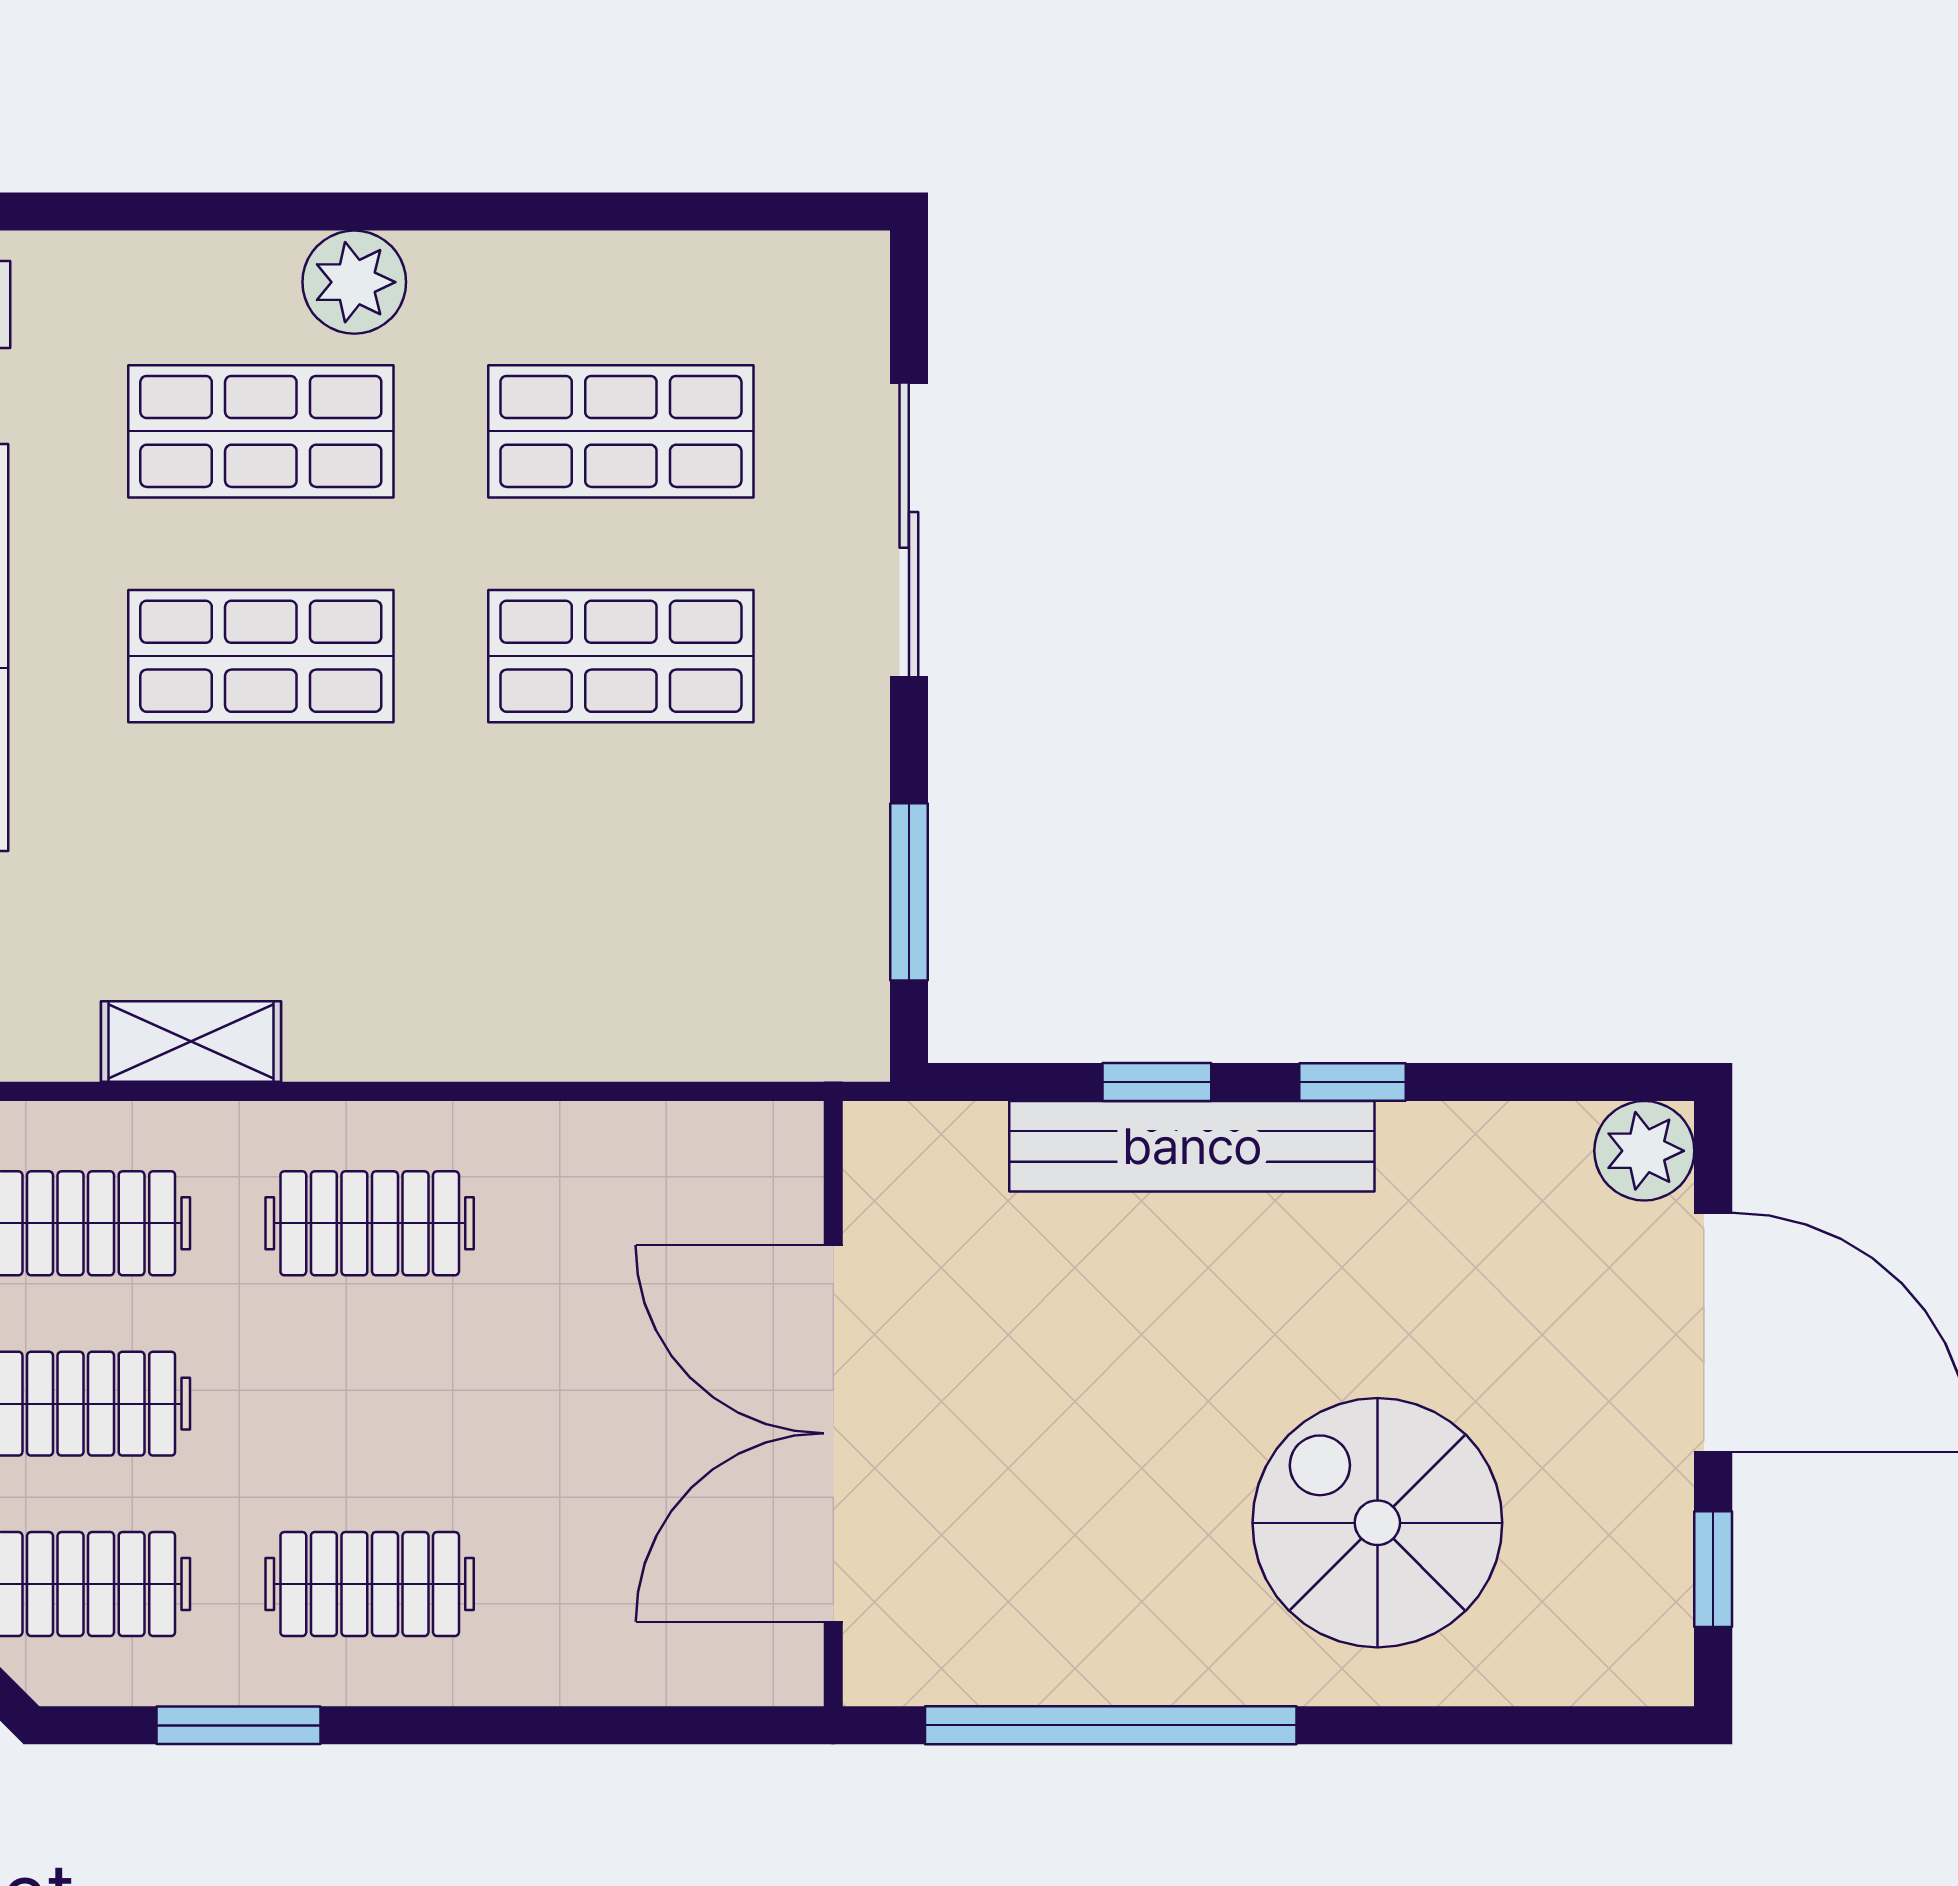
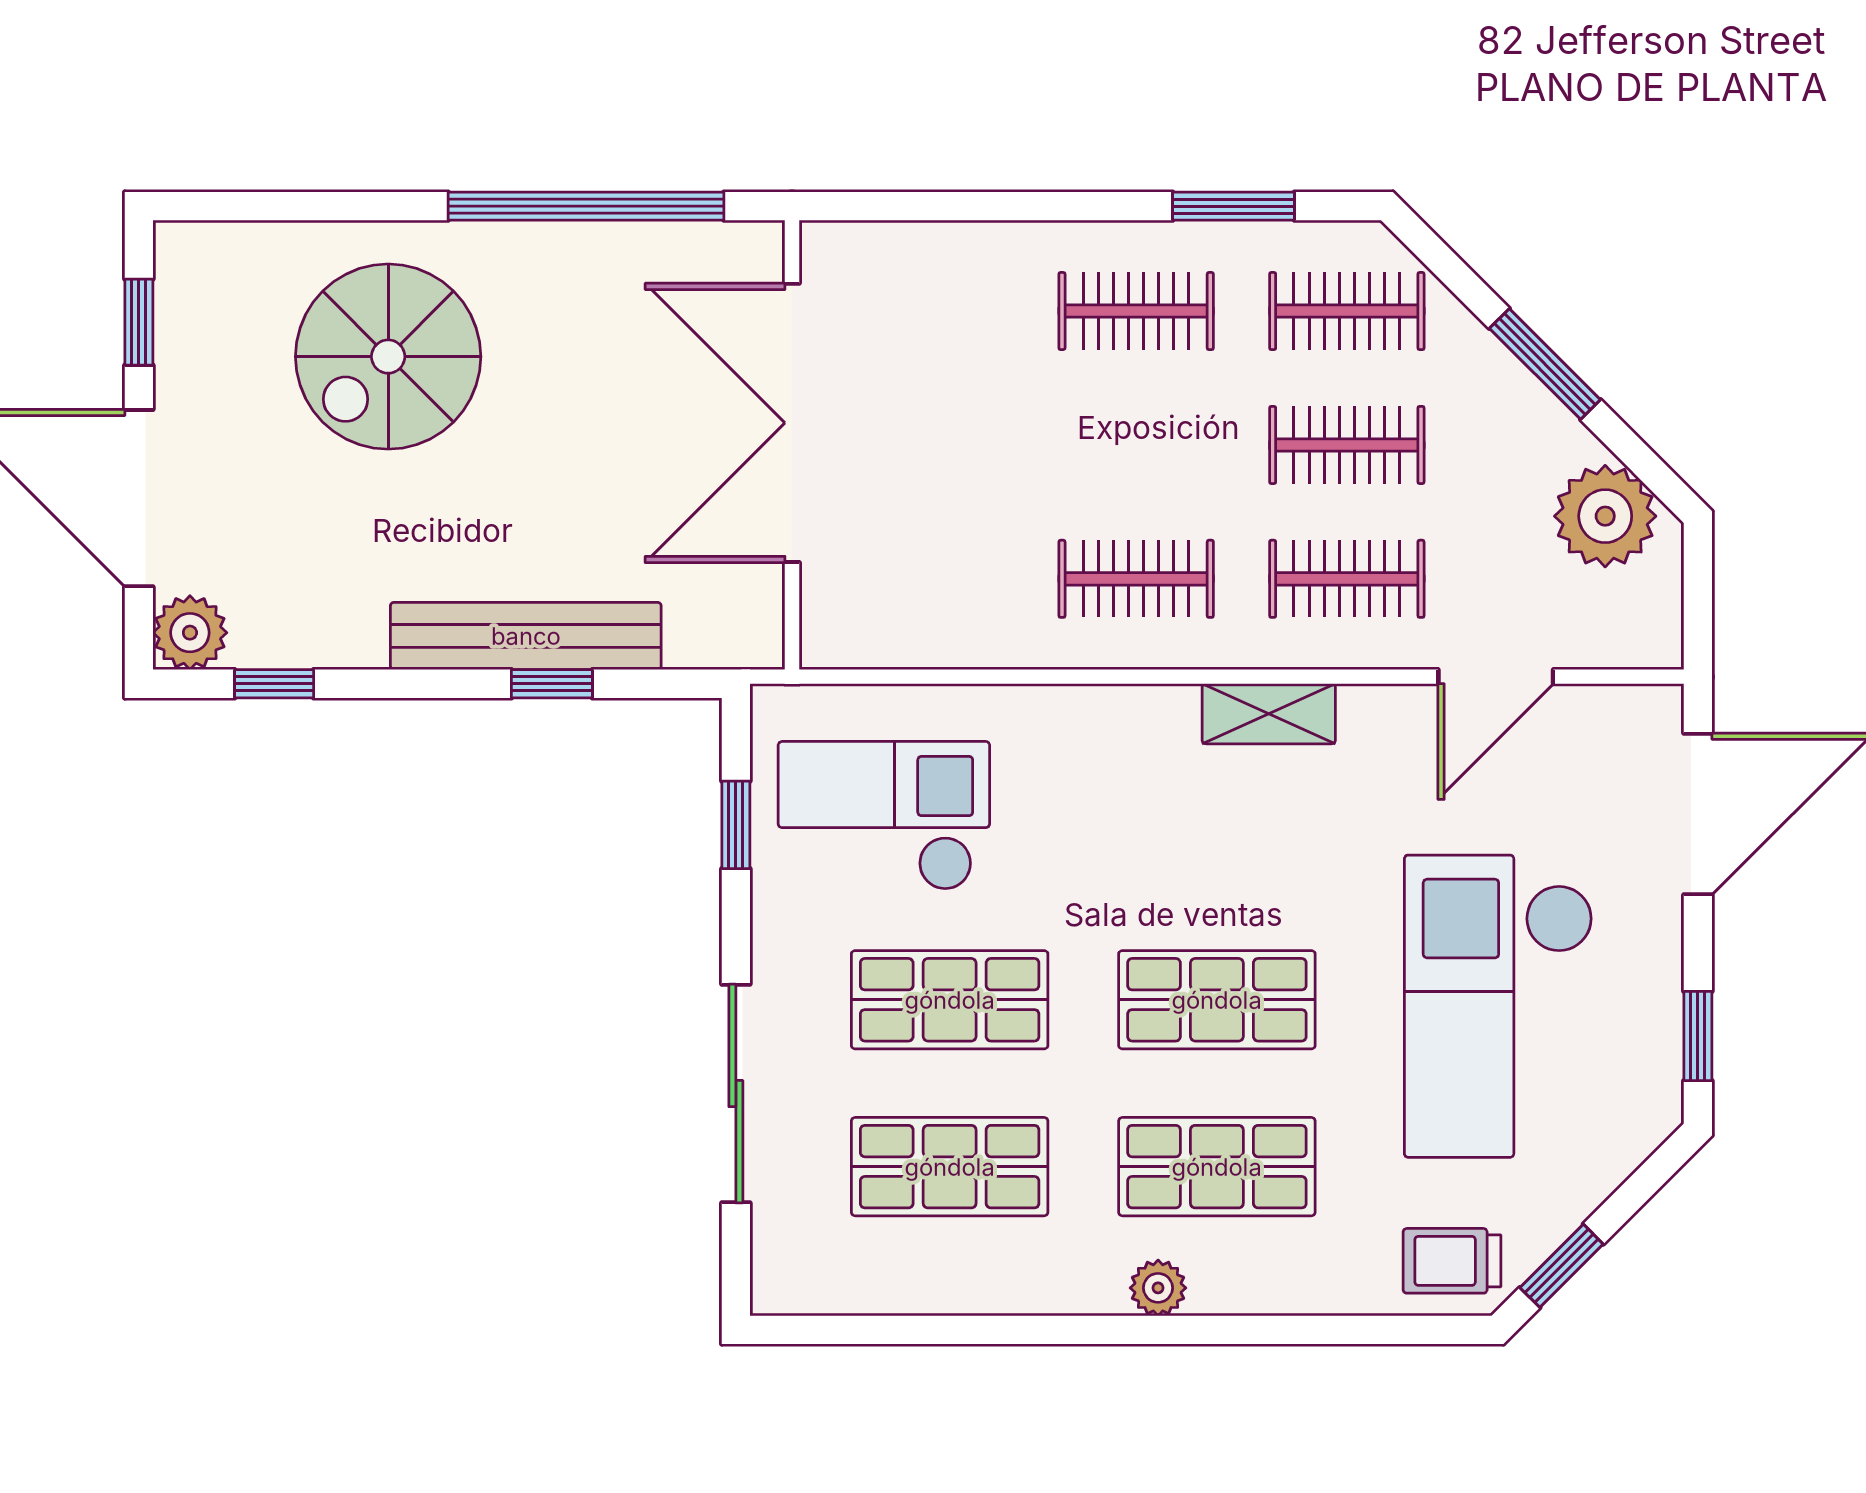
plant: (354, 282) -> (1158, 1288), width x0.73, depth x0.73
window: (909, 892) -> (736, 825), width x0.67
checkout: (709, 904) -> (884, 816), added
window: (1353, 1082) -> (274, 684), moved
double door: (833, 1433) -> (792, 423), swing flipped
spiral stairs: (1377, 1523) -> (388, 357), turned 90

